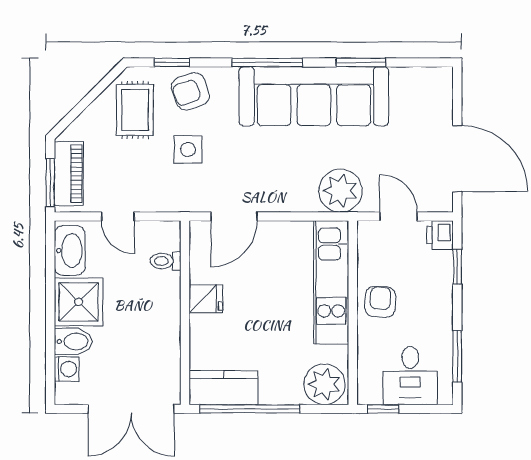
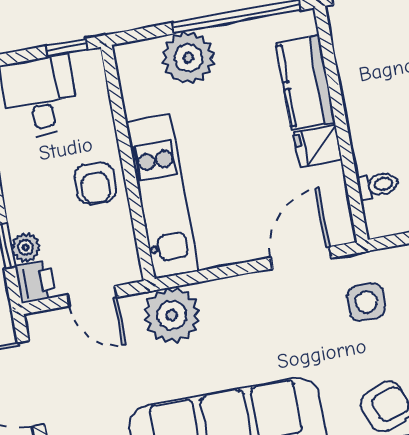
side table: (188, 150) -> (366, 302), moved
plant: (442, 263) -> (26, 247), added
plant: (324, 384) -> (188, 58), moved
kitchen counter: (224, 388) -> (305, 82), moved, turned 90

